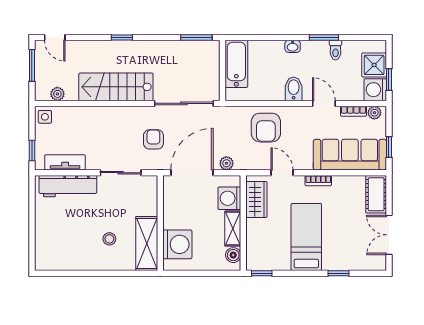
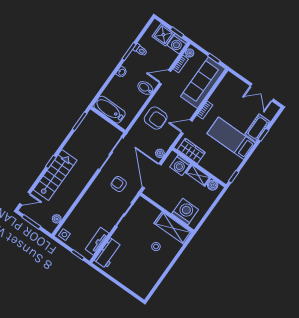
stairs: (116, 87) -> (55, 175), moved, turned 180
workbench: (68, 186) -> (108, 253), width x0.73
cot: (376, 194) -> (258, 128), moved, turned 90

